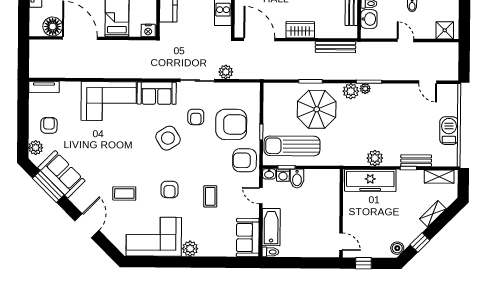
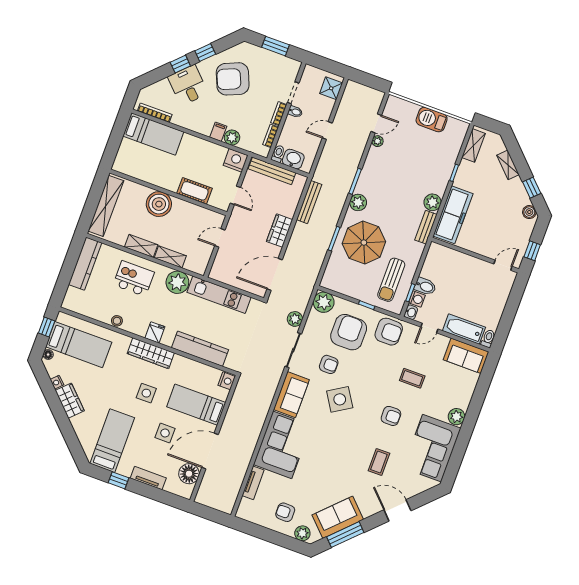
tv unit: (44, 87) -> (253, 483), moved
plant: (365, 89) -> (378, 141), moved
plant: (250, 92) -> (324, 302), added
sun lounger: (292, 146) -> (391, 280), width x0.73, depth x0.75
armchair: (245, 160) -> (389, 332), turned -90
bench: (416, 161) -> (426, 227), moved

